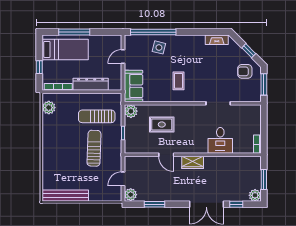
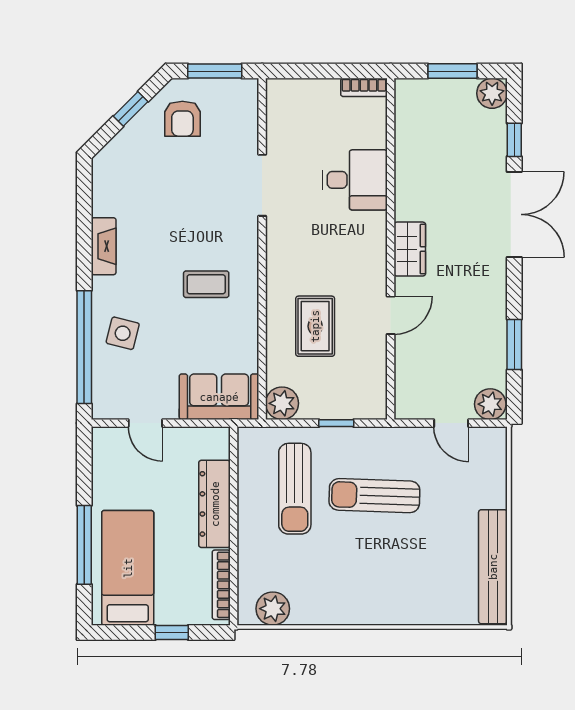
fireplace: (217, 40) -> (104, 246), moved

